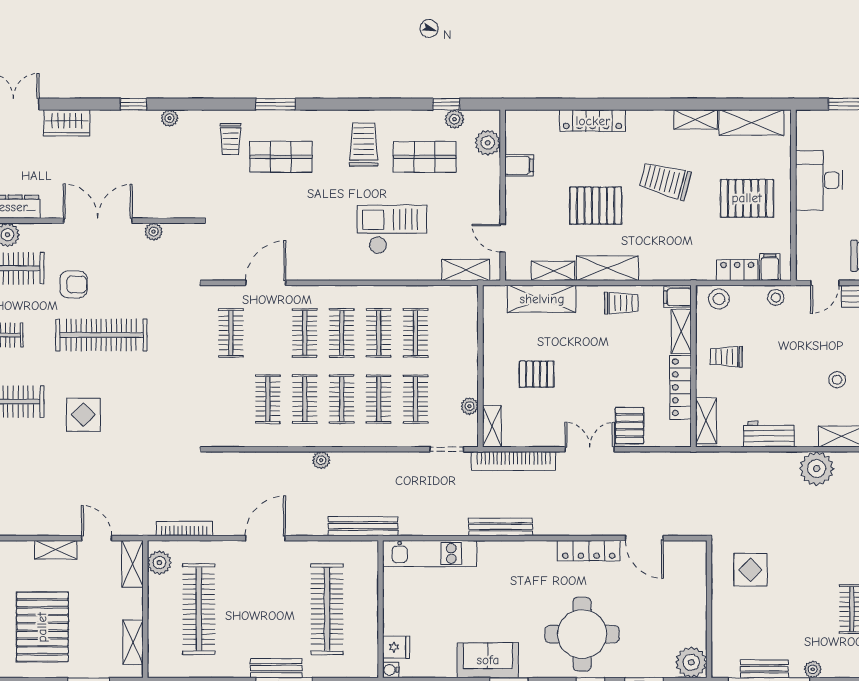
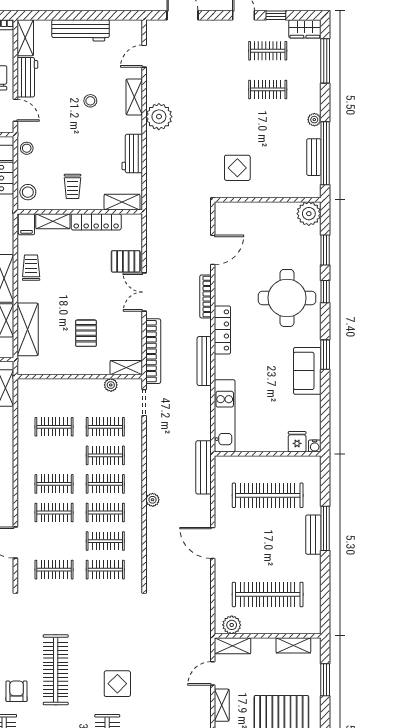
clothes rail: (379, 333) -> (105, 570), moved
bookcase: (184, 529) -> (205, 296), moved
locker: (589, 551) -> (222, 330), moved

